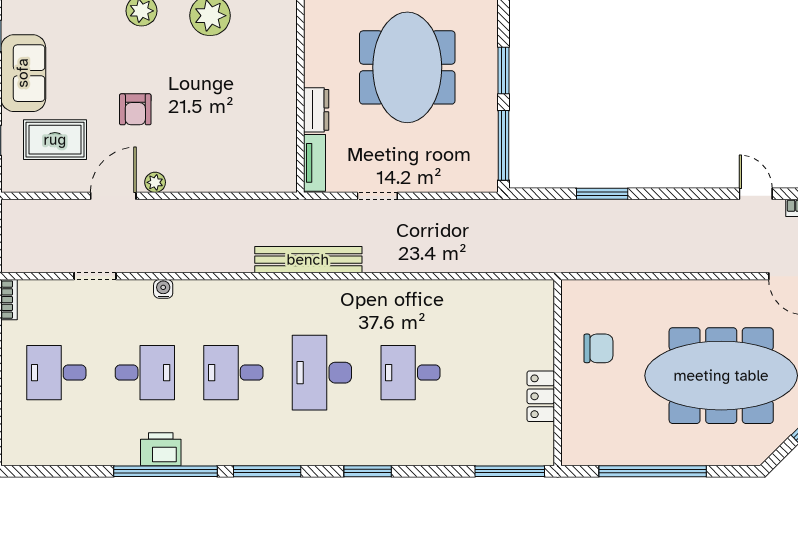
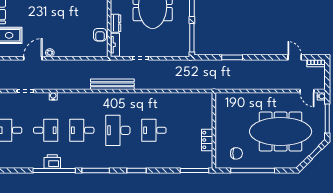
armchair: (135, 109) -> (100, 35), moved
chair: (598, 348) -> (236, 153), moved

